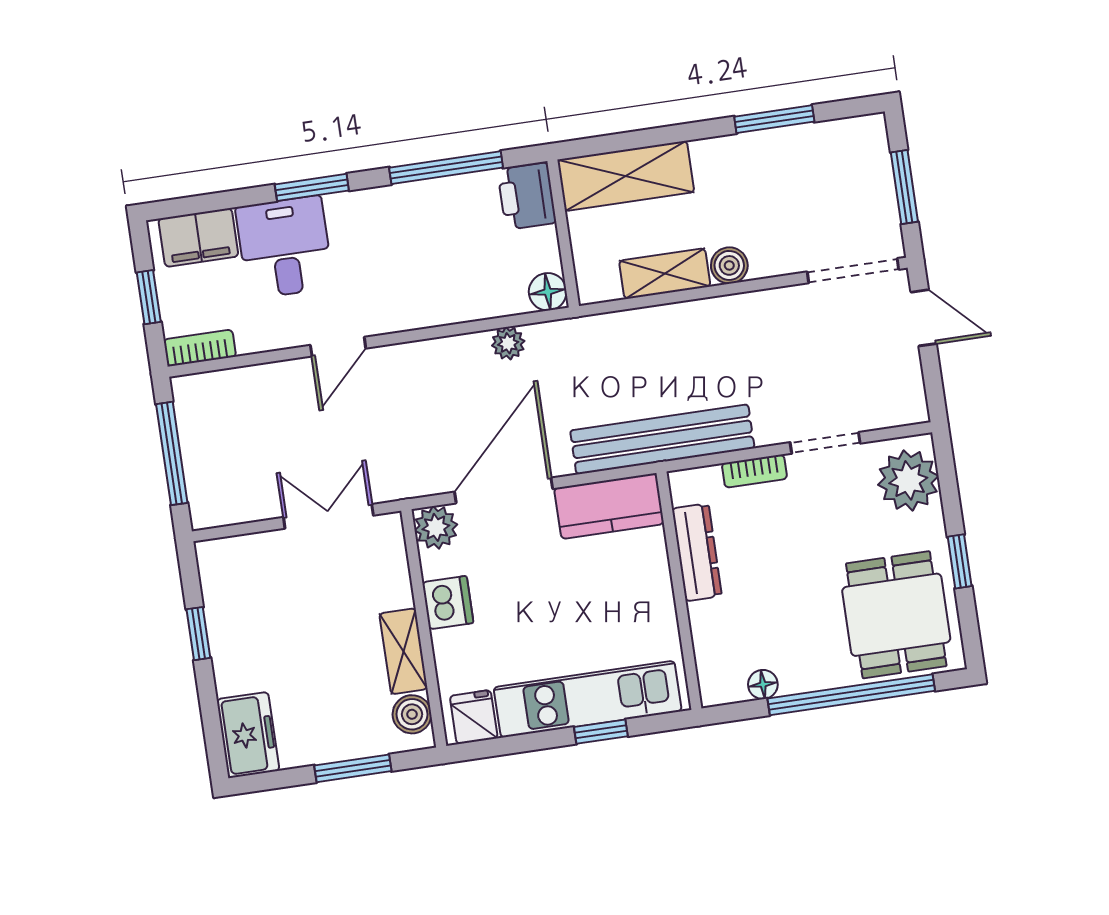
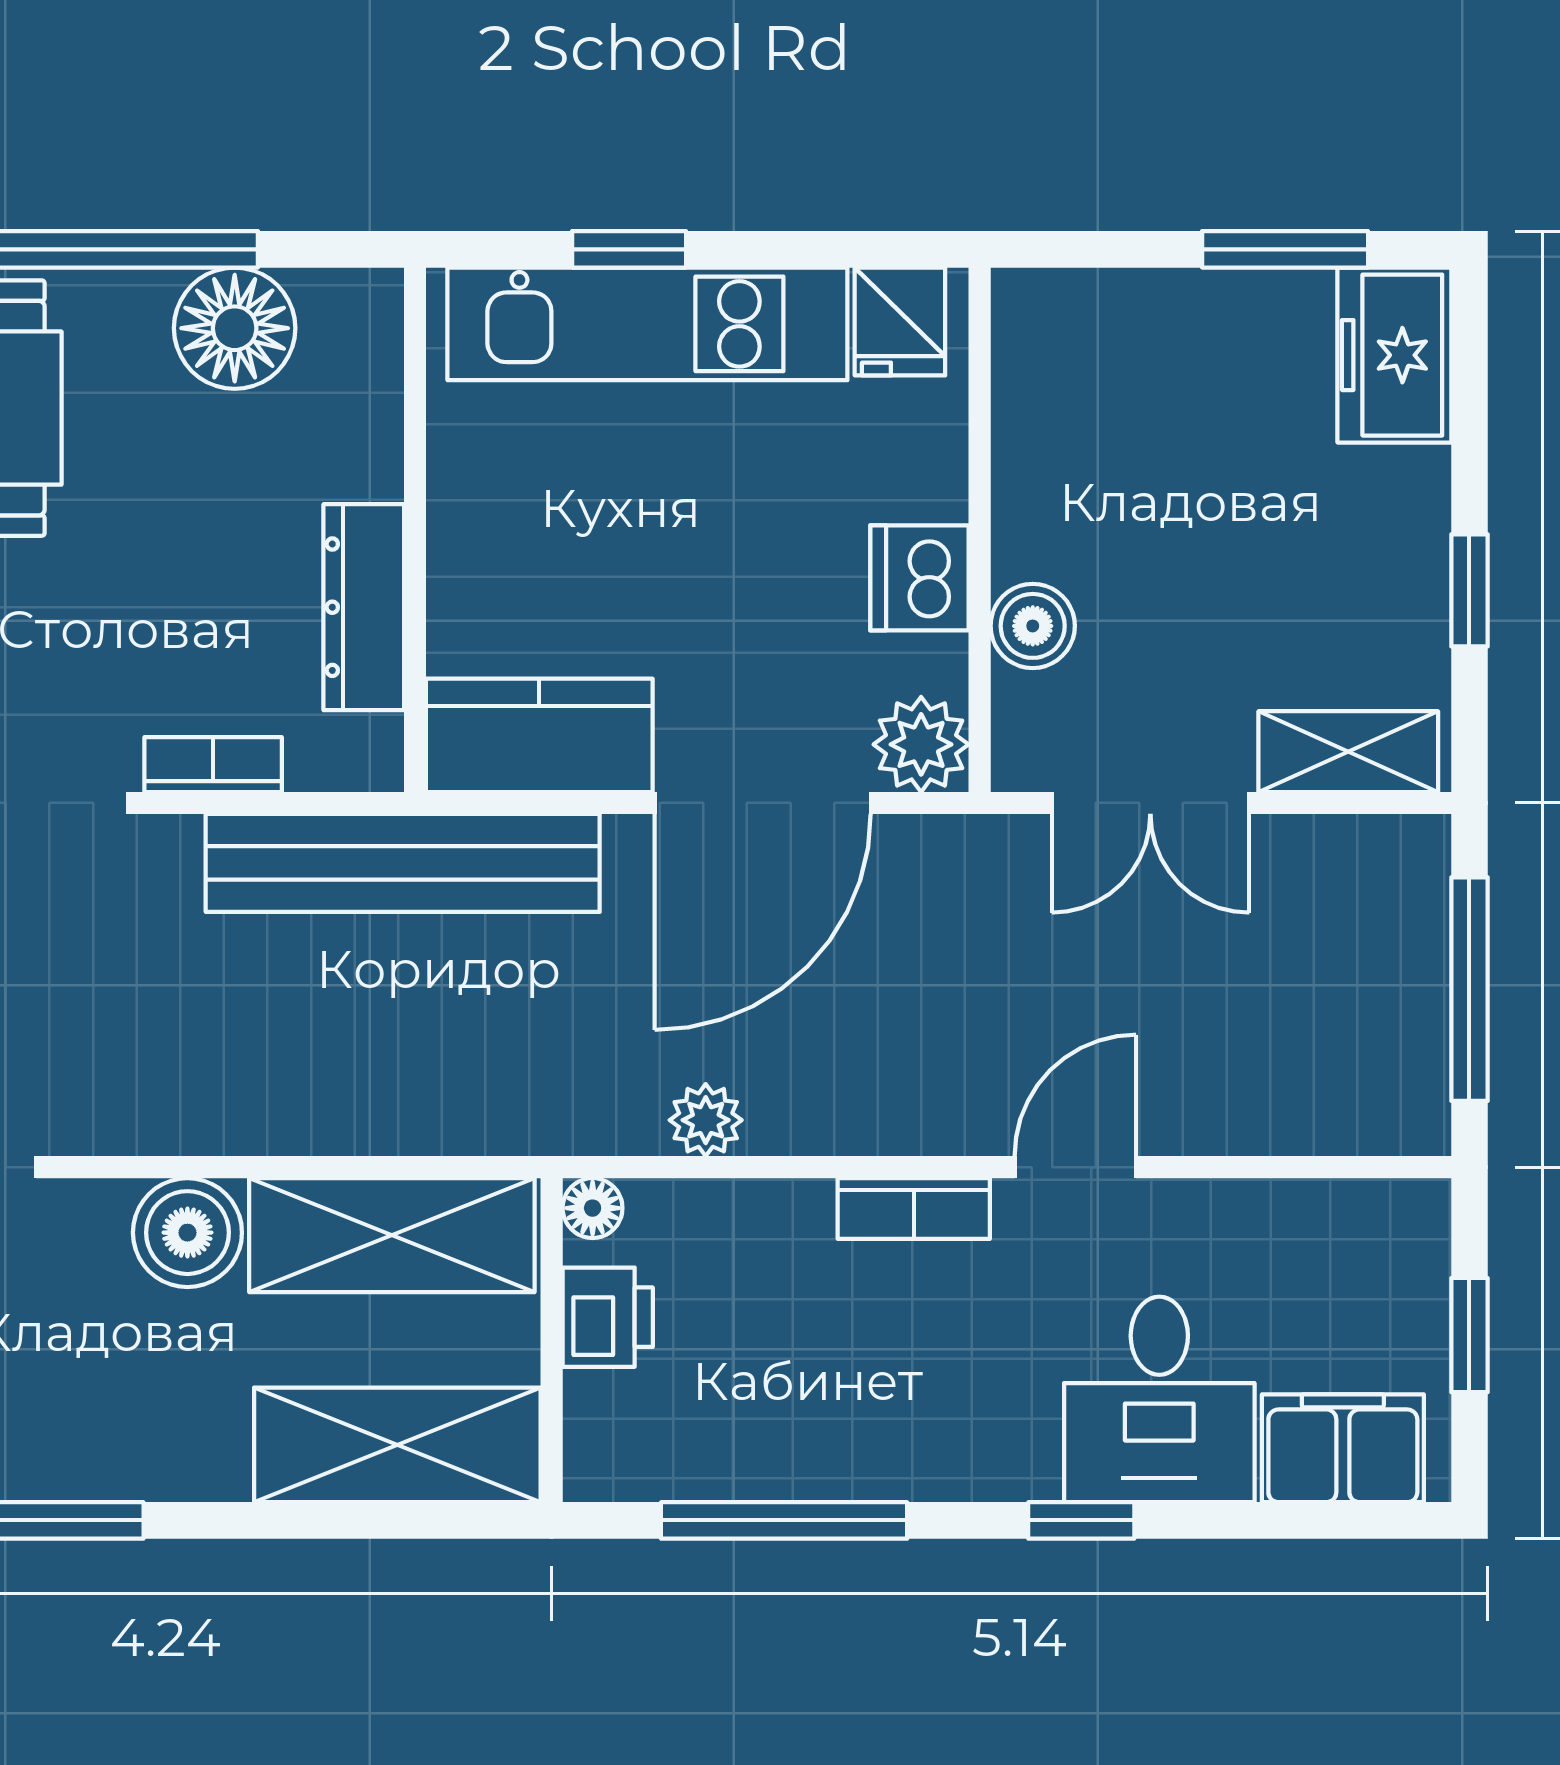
window: (312, 187) -> (1081, 1520), width x0.67
printer: (527, 196) -> (608, 1317), moved, width x0.73, depth x0.81
boiler: (729, 265) -> (187, 1233), width x1.36, depth x1.36
shelving: (665, 274) -> (392, 1235), width x1.50, depth x1.33
floor lamp: (548, 292) -> (593, 1208), width x0.73, depth x0.73
bookcase: (200, 348) -> (914, 1209), moved
shelving: (403, 651) -> (1348, 752), moved, turned 90
floor lamp: (763, 684) -> (235, 328), width x1.89, depth x1.89
boiler: (412, 714) -> (1033, 626), moved
window: (353, 768) -> (1285, 249), moved

